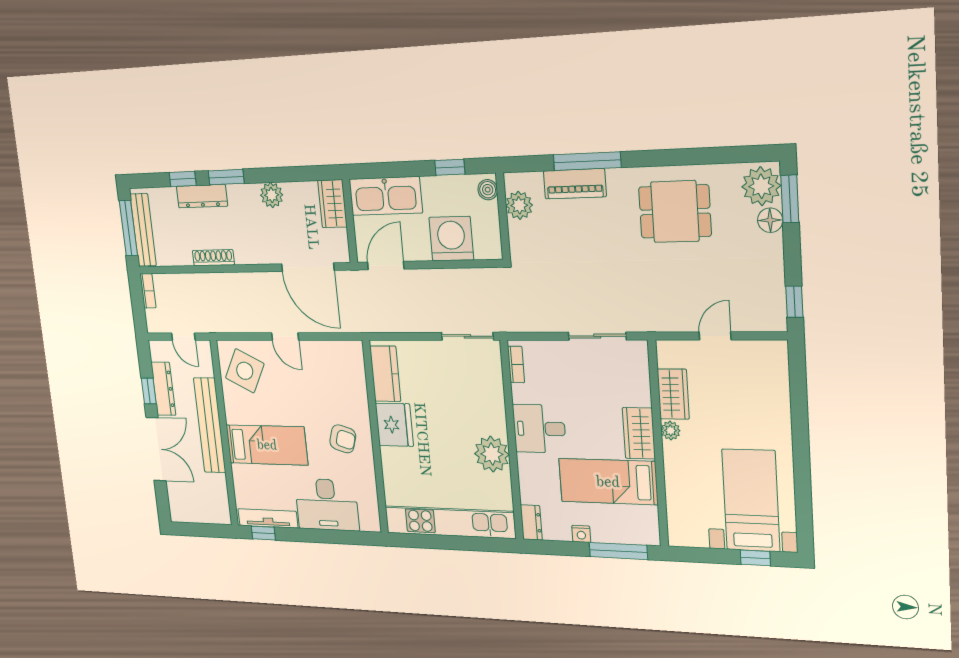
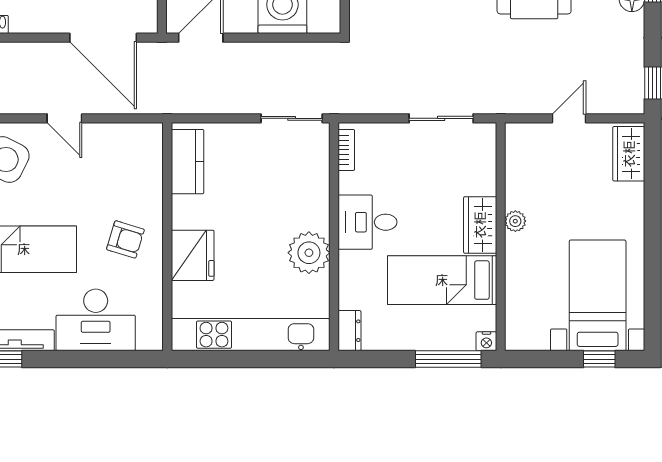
wardrobe: (673, 394) -> (629, 154), moved, turned 180
fridge: (394, 425) -> (193, 255), moved
nightstand: (581, 534) -> (486, 341), moved

